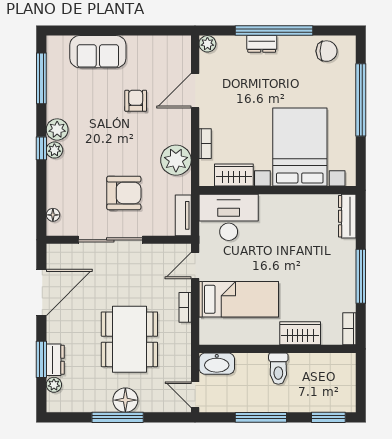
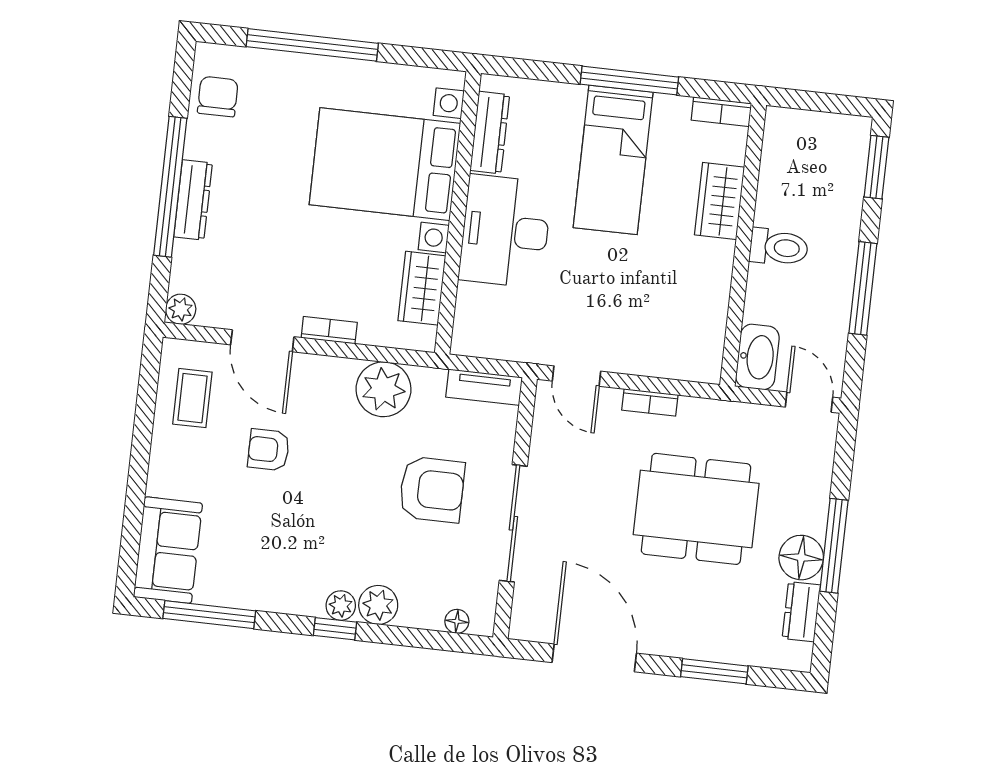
dresser: (262, 44) -> (193, 200), width x1.44
sofa: (98, 52) -> (168, 550), moved
coffee table: (159, 56) -> (192, 398), added
plant: (57, 129) -> (378, 605), moved
bookcase: (205, 144) -> (329, 330), moved
armchair: (124, 193) -> (432, 490), turned 90
dresser: (347, 216) -> (490, 133), moved, turned -90
desk: (229, 217) -> (505, 231), moved
bed: (239, 299) -> (613, 160), moved, turned 180
dresser: (55, 360) -> (801, 612), moved, turned -90
plant: (54, 385) -> (763, 654), removed
door: (195, 395) -> (809, 402), swing flipped
floor lamp: (125, 400) -> (801, 558), moved

